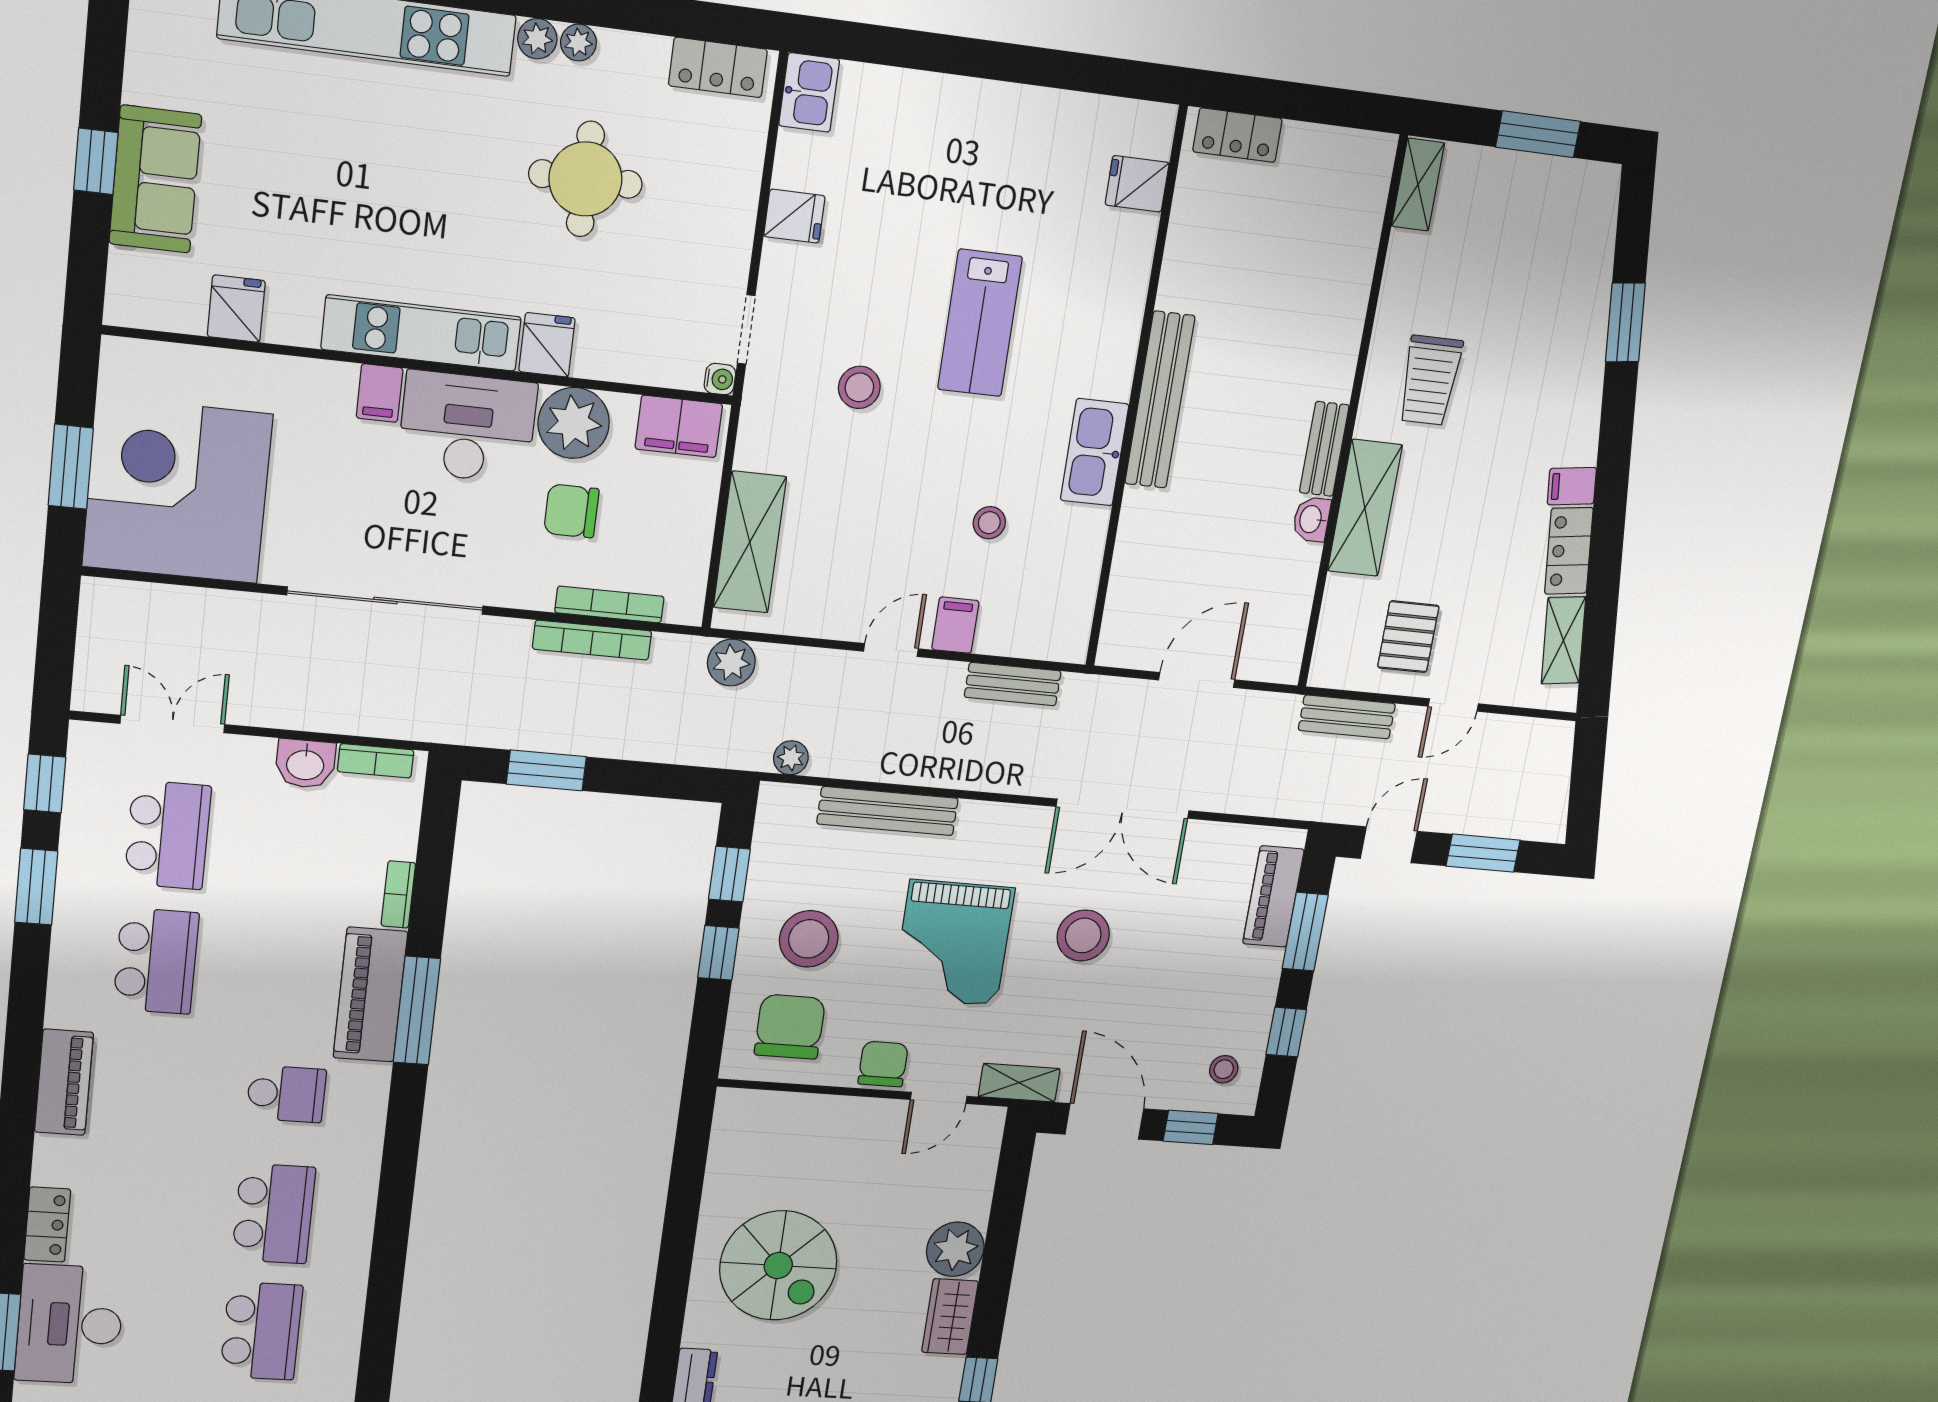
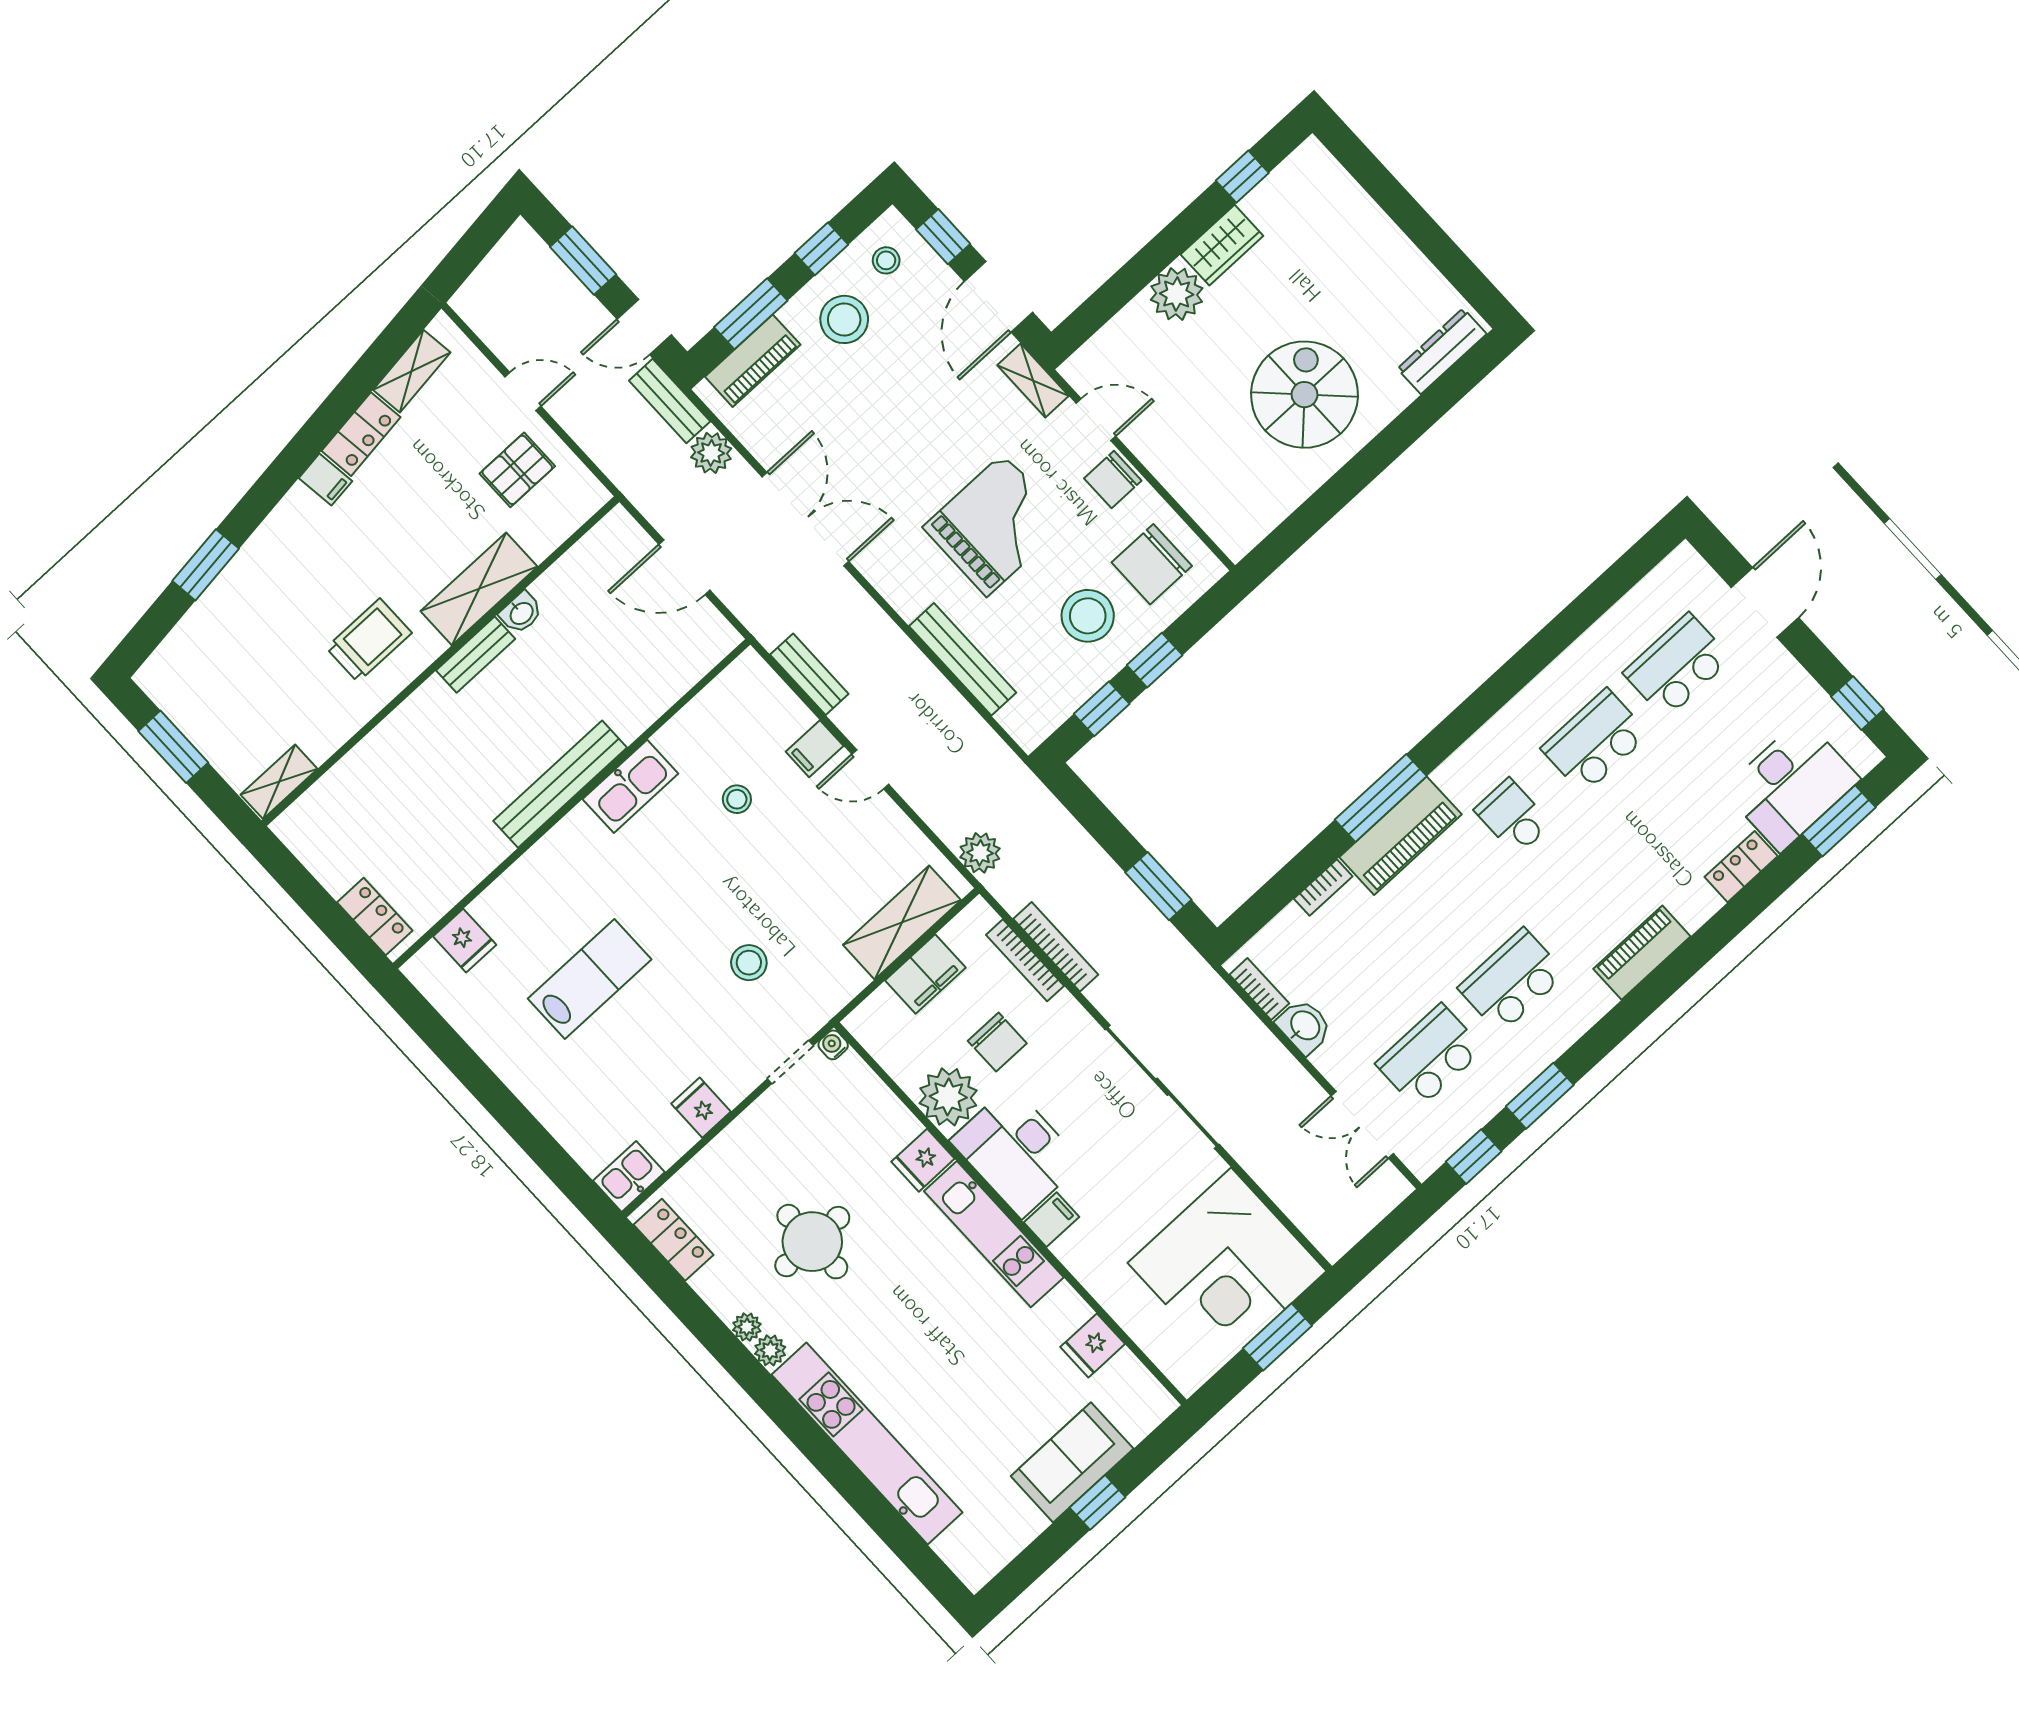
lab bench: (980, 323) -> (590, 979), moved
filing cabinet: (679, 426) -> (925, 974), moved, turned 90
bench: (1347, 717) -> (670, 401), moved
plant: (791, 758) -> (711, 453), moved, width x1.38, depth x1.38
stool: (1083, 935) -> (844, 319), moved

